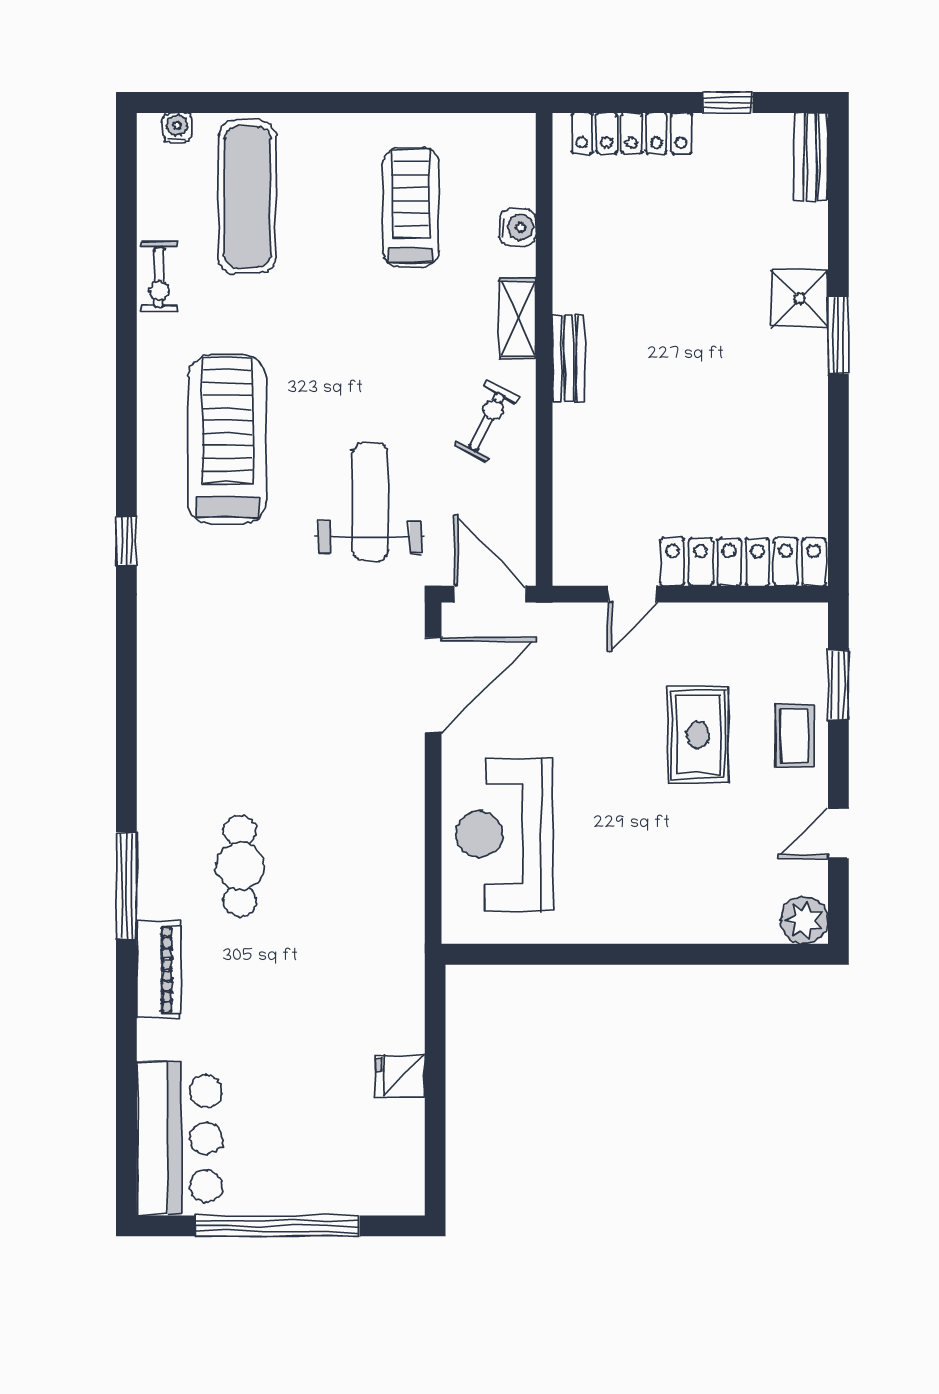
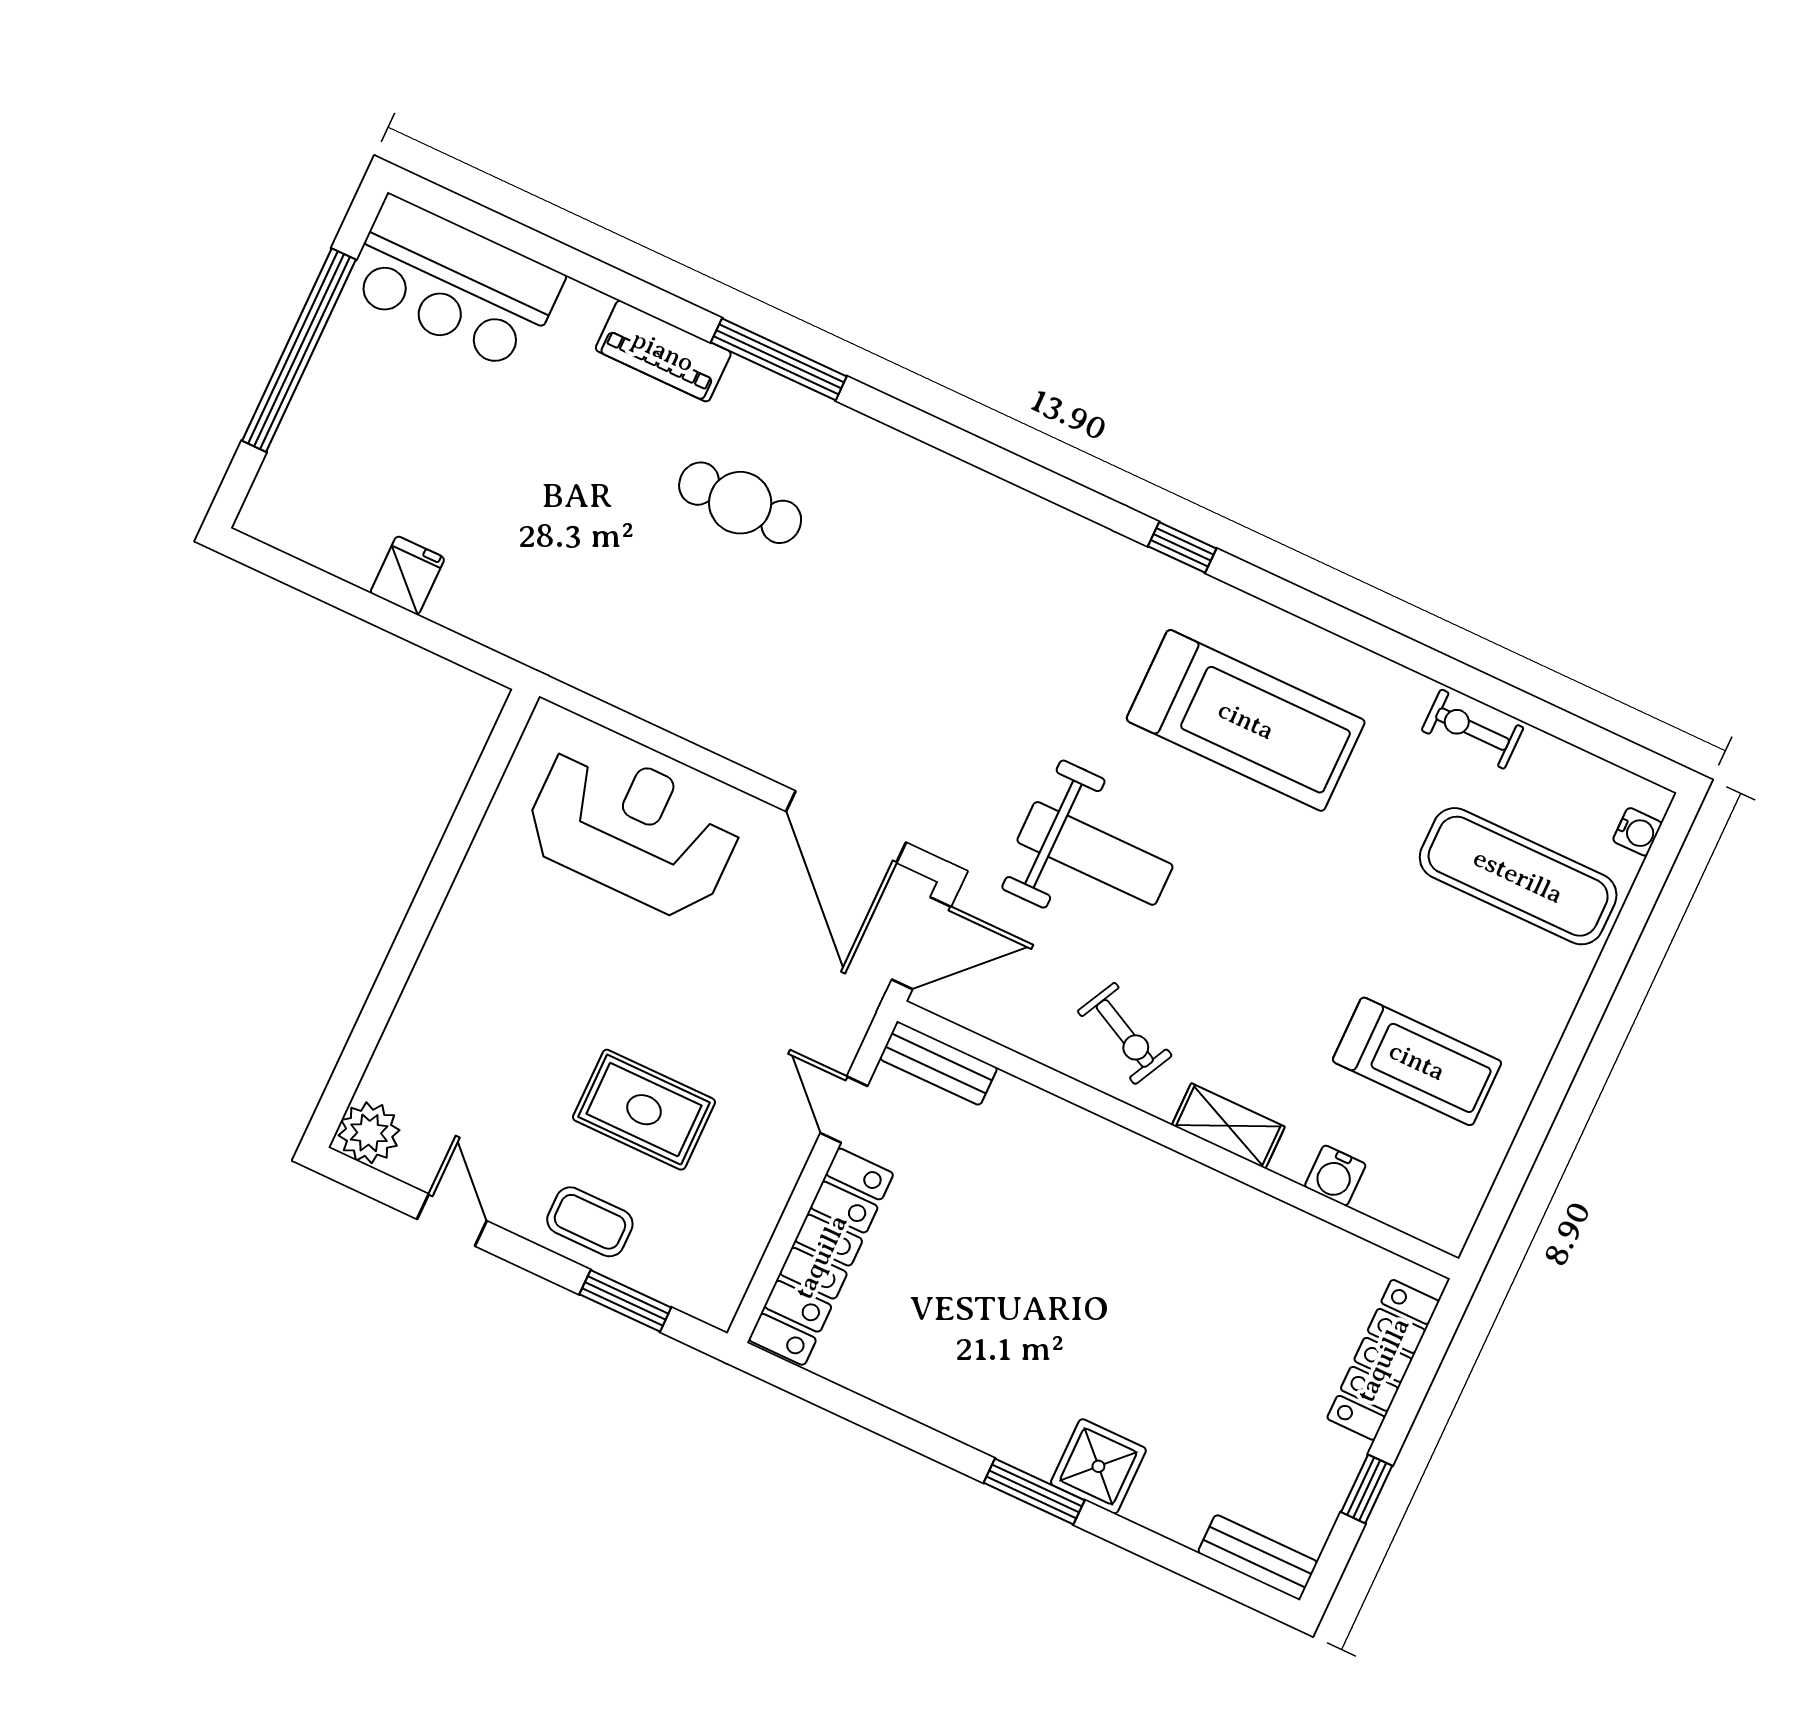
bench: (569, 358) -> (938, 1063), moved

